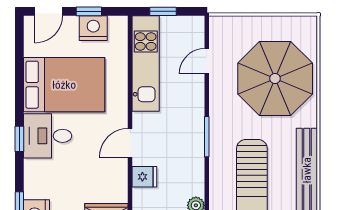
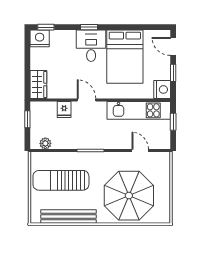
nightstand: (93, 28) -> (162, 89), moved

